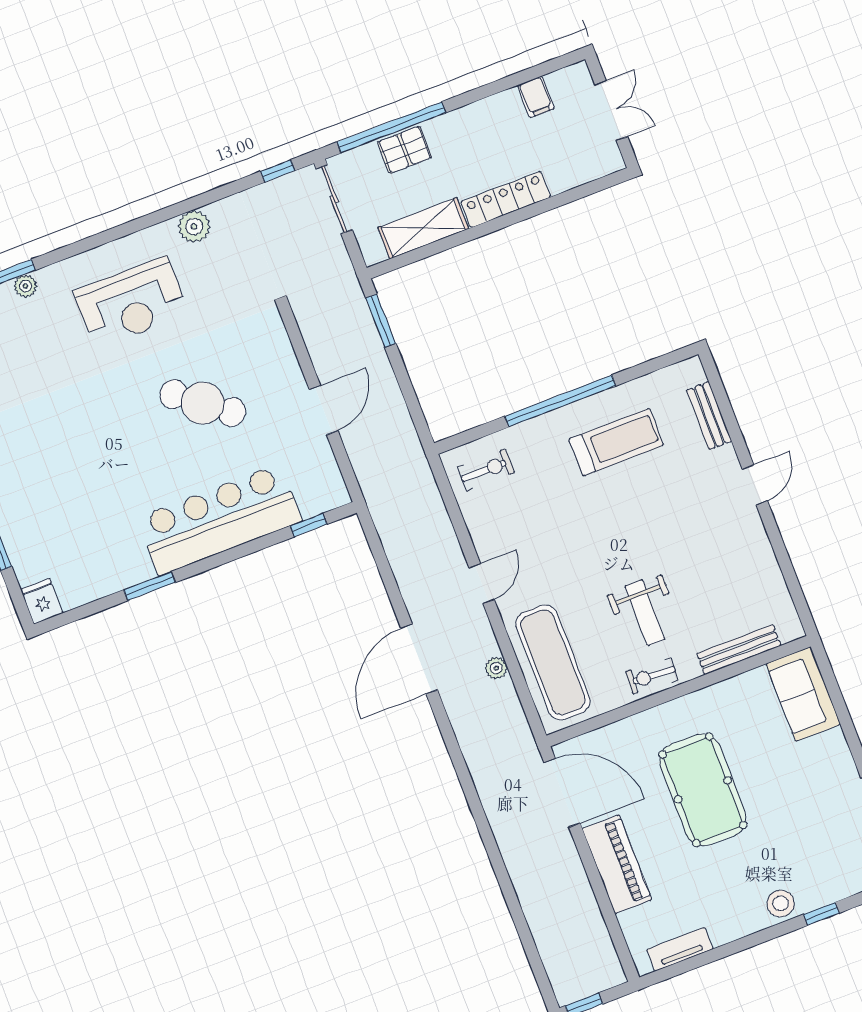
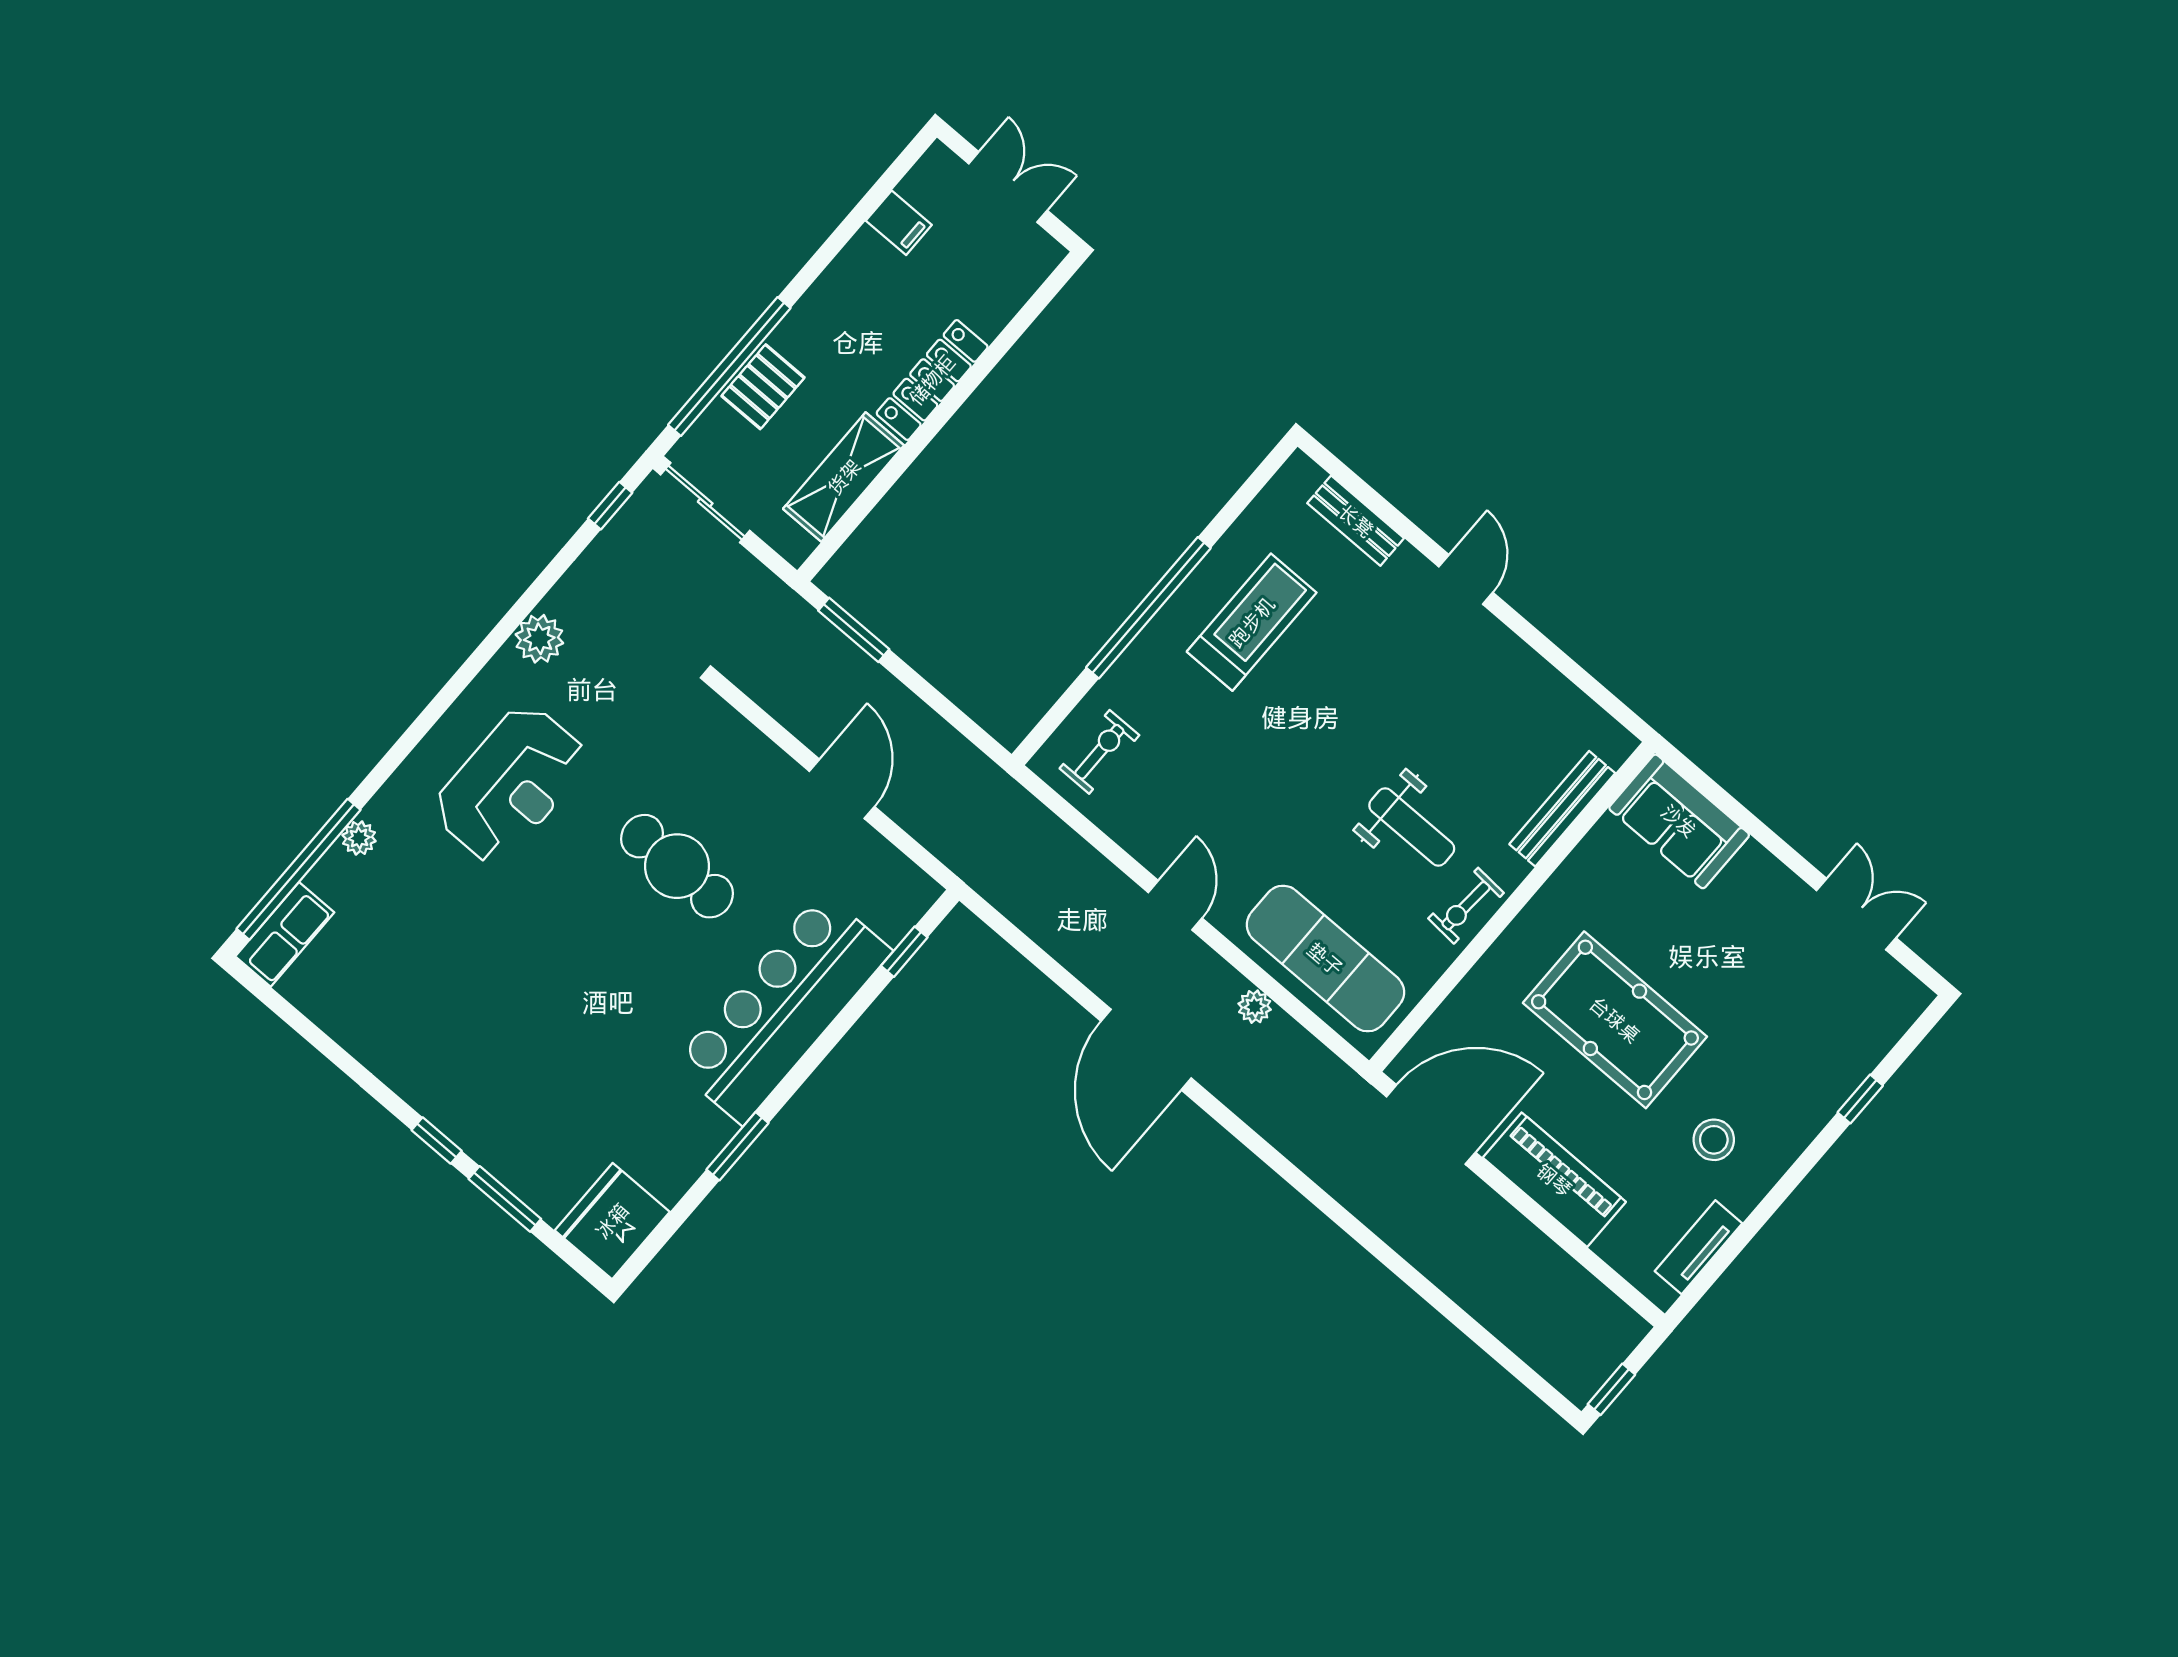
cafe table: (203, 403) -> (677, 866), turned 52
fridge: (42, 601) -> (612, 1221), width x1.88, depth x1.34
stool: (781, 903) -> (1714, 1140), moved

